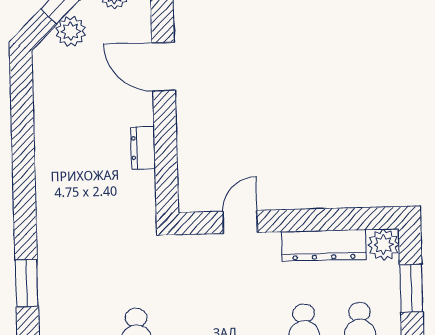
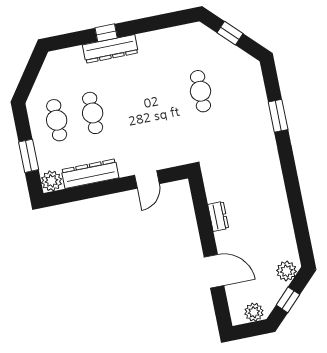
plant: (71, 31) -> (286, 271), moved

